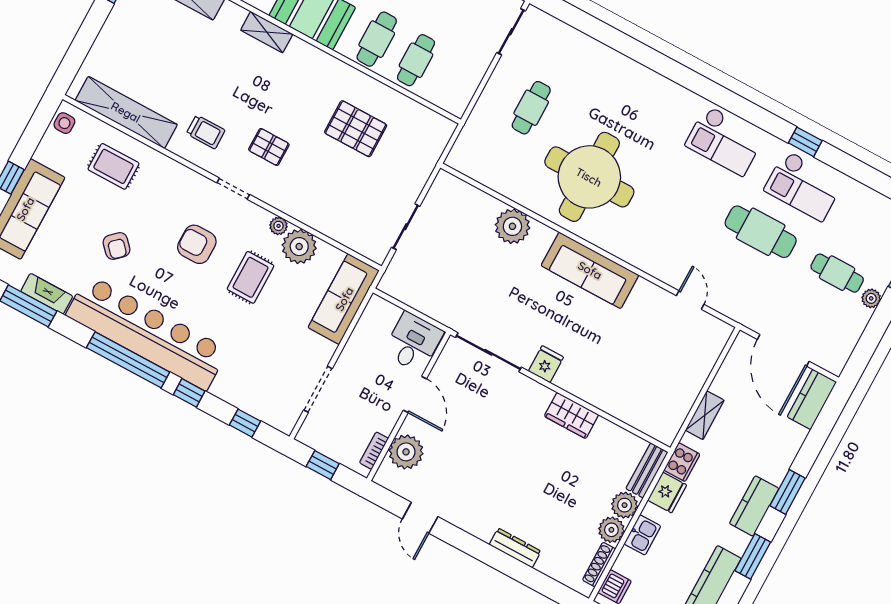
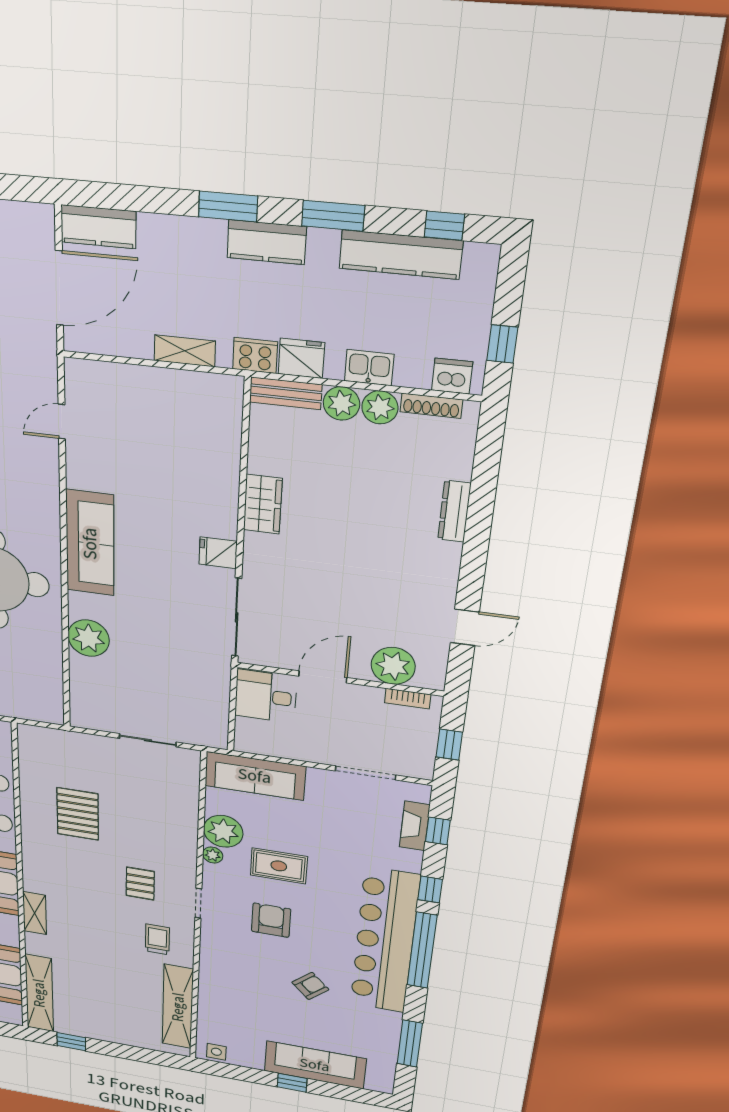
rug: (114, 166) -> (234, 1005), removed
armchair: (197, 244) -> (271, 920), turned 180
fireplace: (47, 294) -> (415, 826), moved

